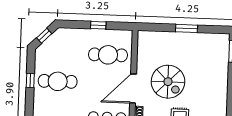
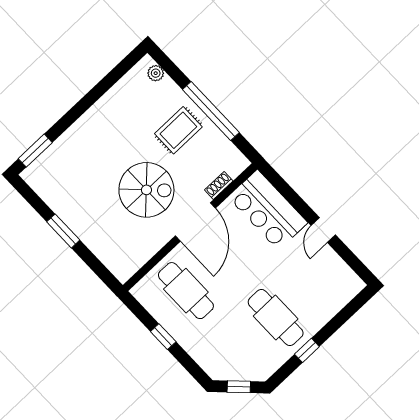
spiral stairs: (168, 82) -> (146, 190), turned 90
door: (133, 89) -> (195, 222), hinge flipped

